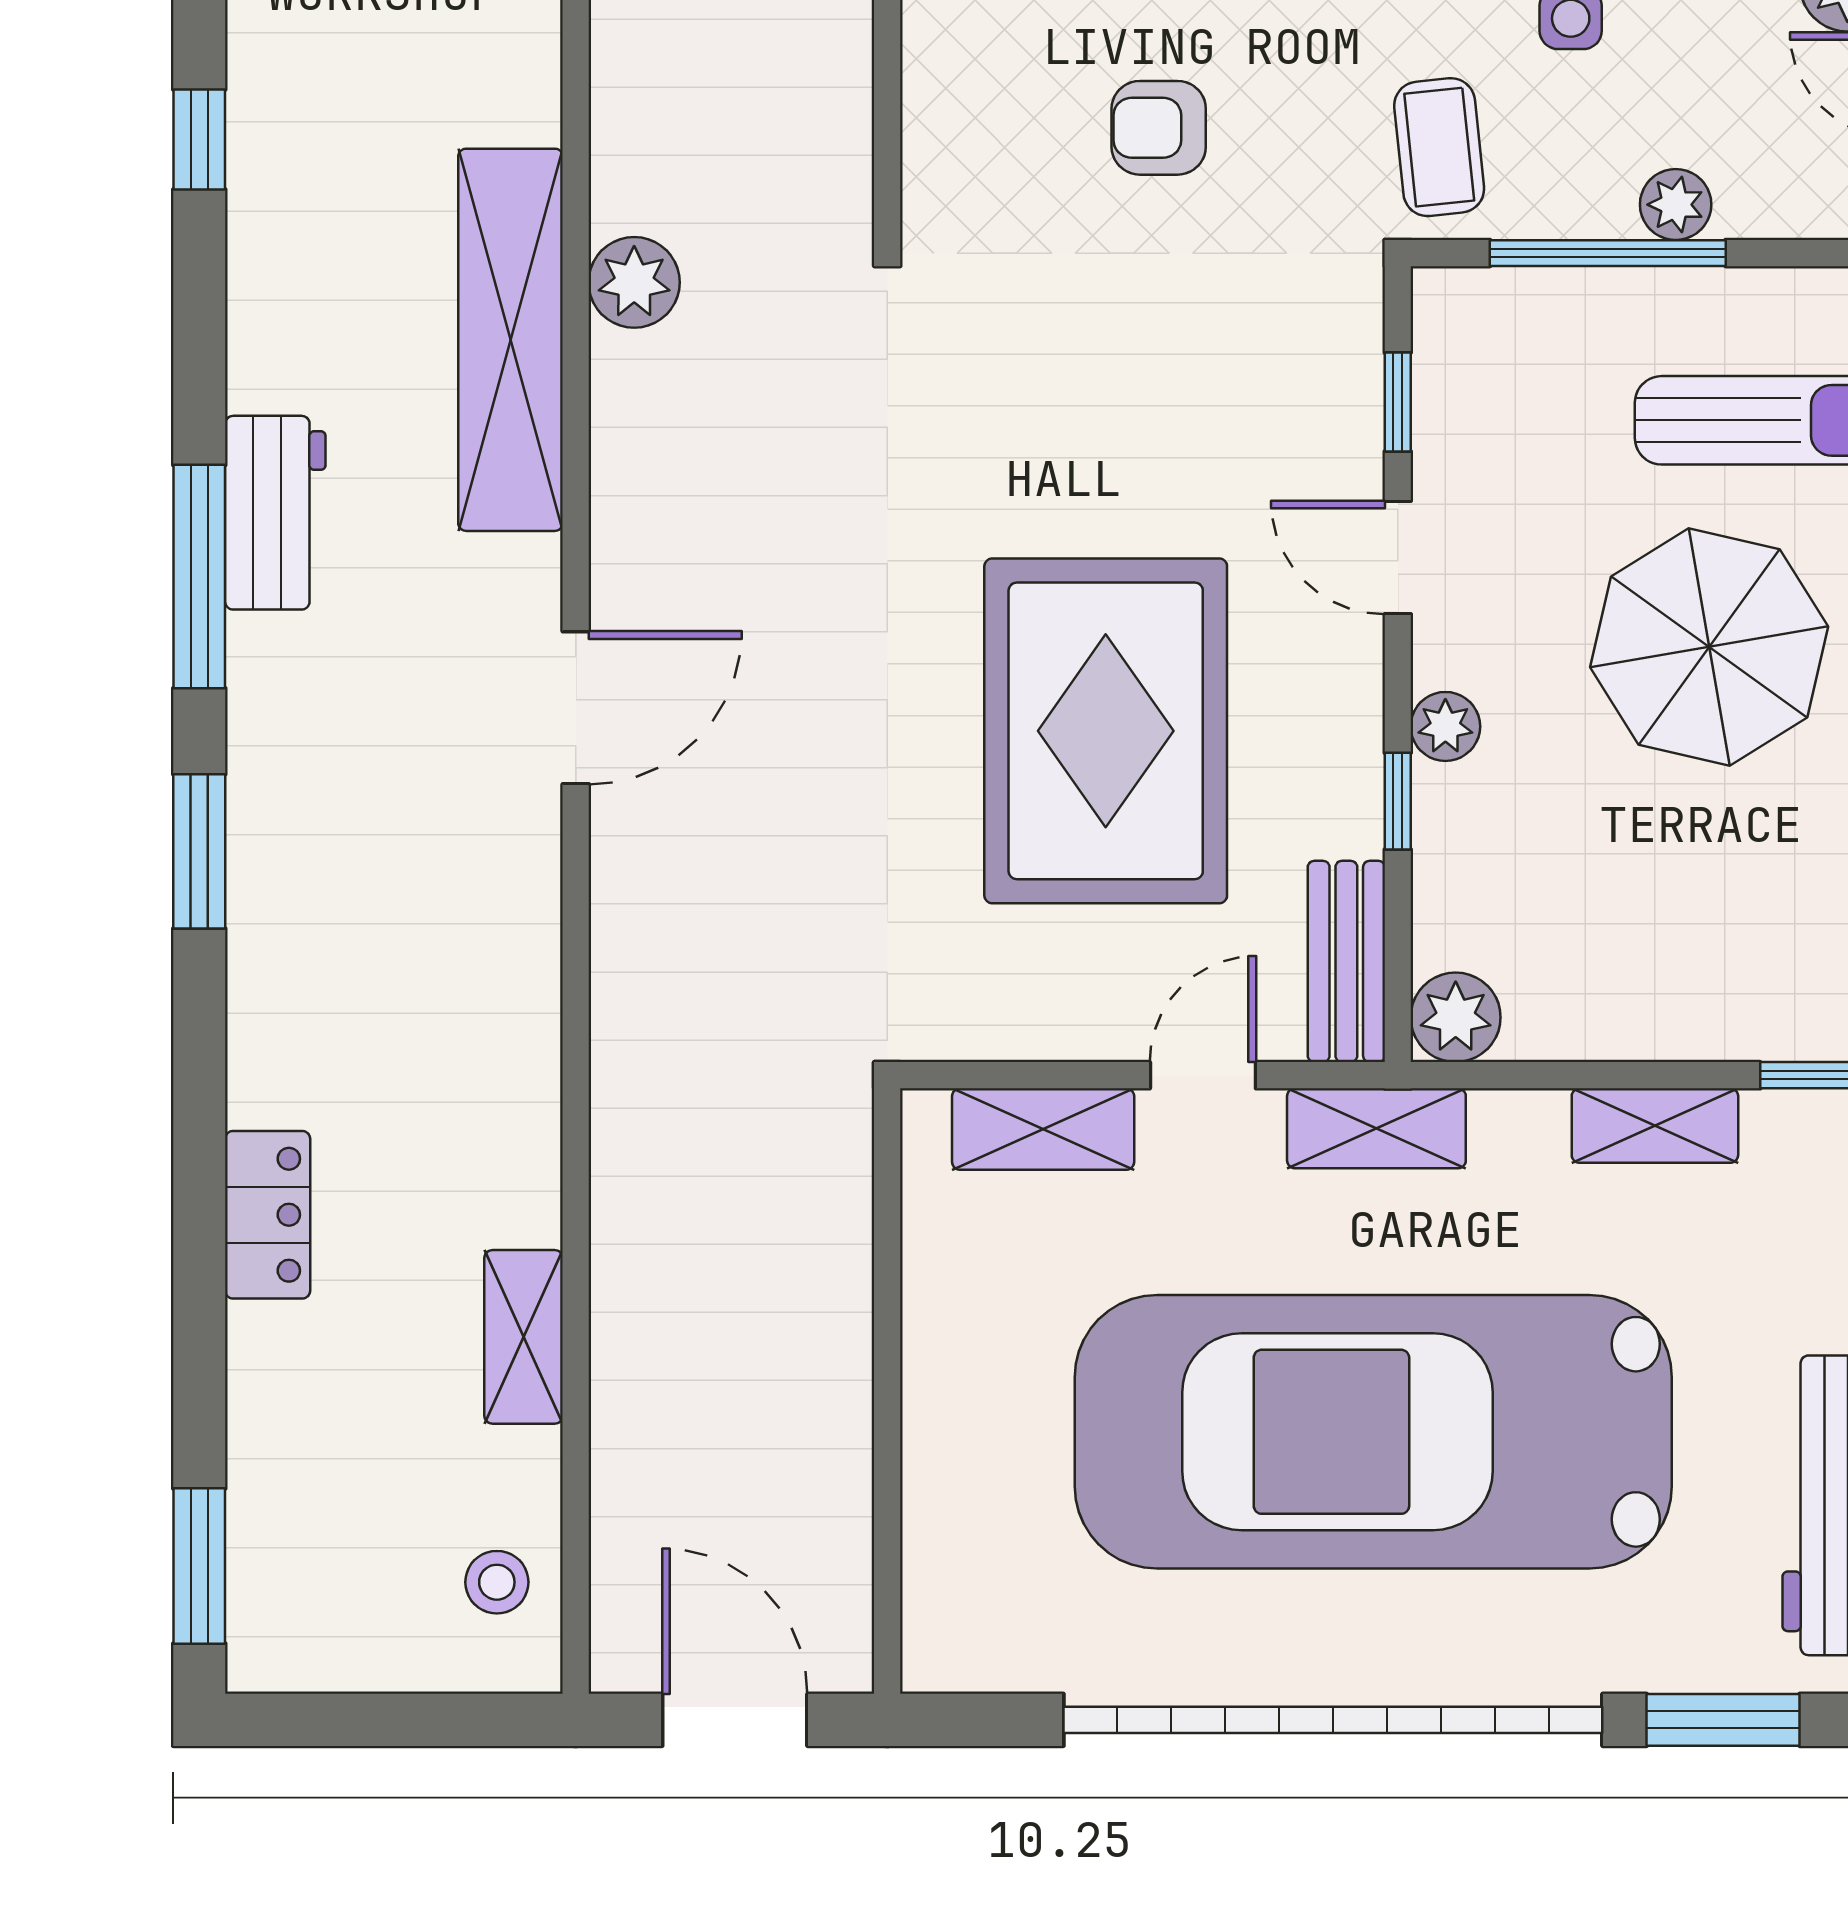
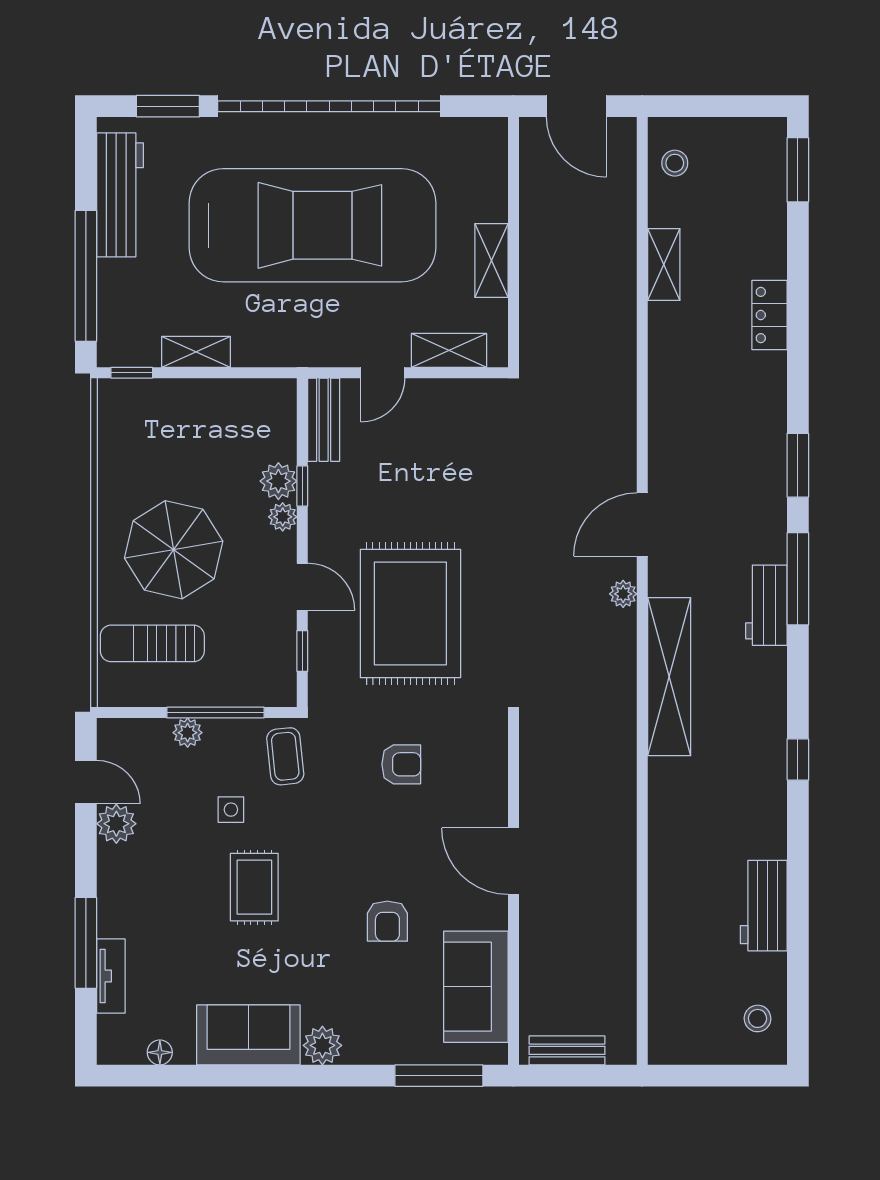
plant: (634, 282) -> (623, 594), moved, width x0.73, depth x0.73
rug: (1106, 731) -> (410, 613), moved
plant: (1456, 1017) -> (278, 481), moved
shelving: (1376, 1128) -> (491, 260), moved, turned 90

